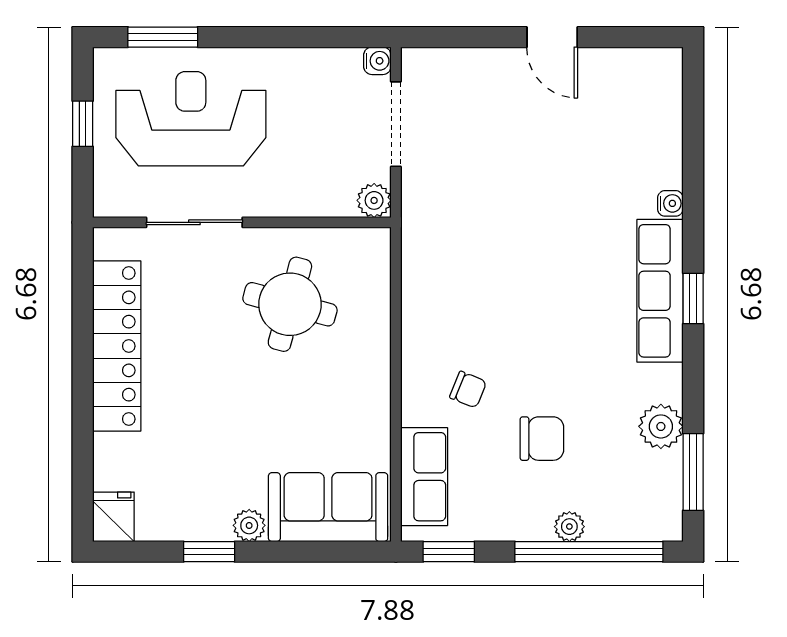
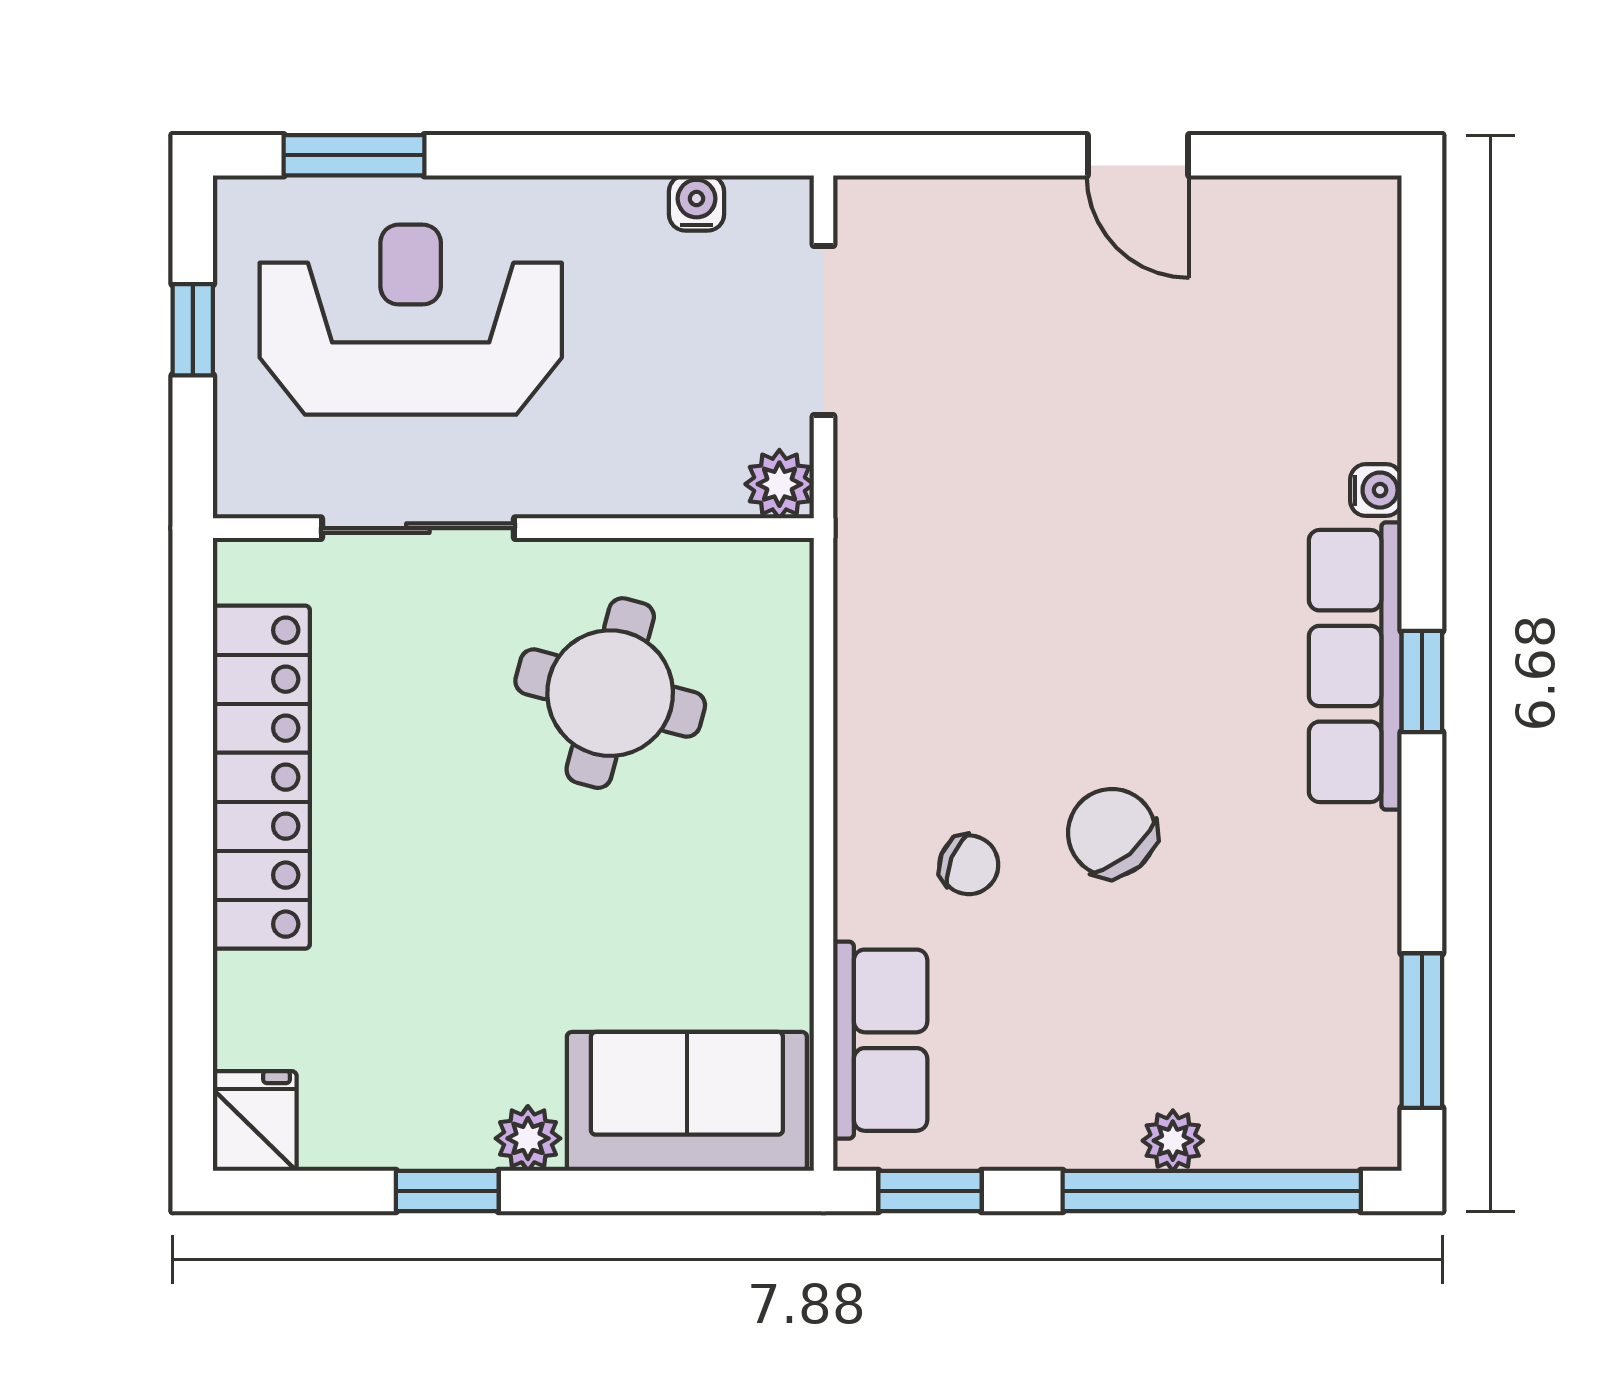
water cooler: (377, 61) -> (697, 203), moved, turned -90
plant: (661, 426) -> (1357, 939), removed
chair: (542, 439) -> (1112, 833), moved, turned -130

